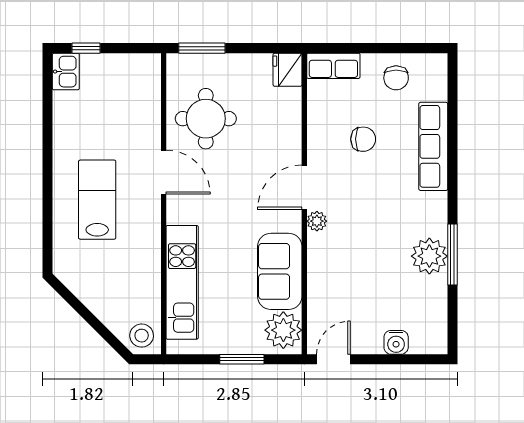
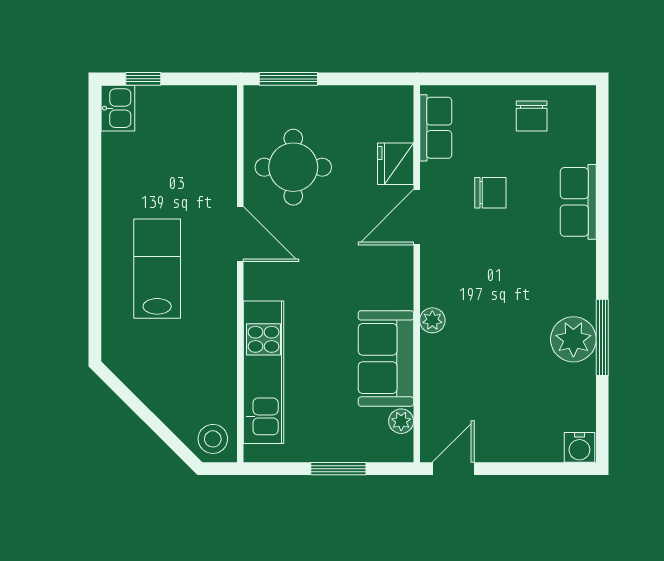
row of seats: (333, 66) -> (436, 128), moved, turned -90
fridge: (288, 70) -> (396, 164), moved
row of seats: (433, 146) -> (578, 202), width x0.68
door: (304, 187) -> (417, 217), moved
plant: (317, 221) -> (432, 320), moved
plant: (283, 330) -> (401, 421), width x0.53, depth x0.53
water cooler: (396, 342) -> (579, 447), moved

